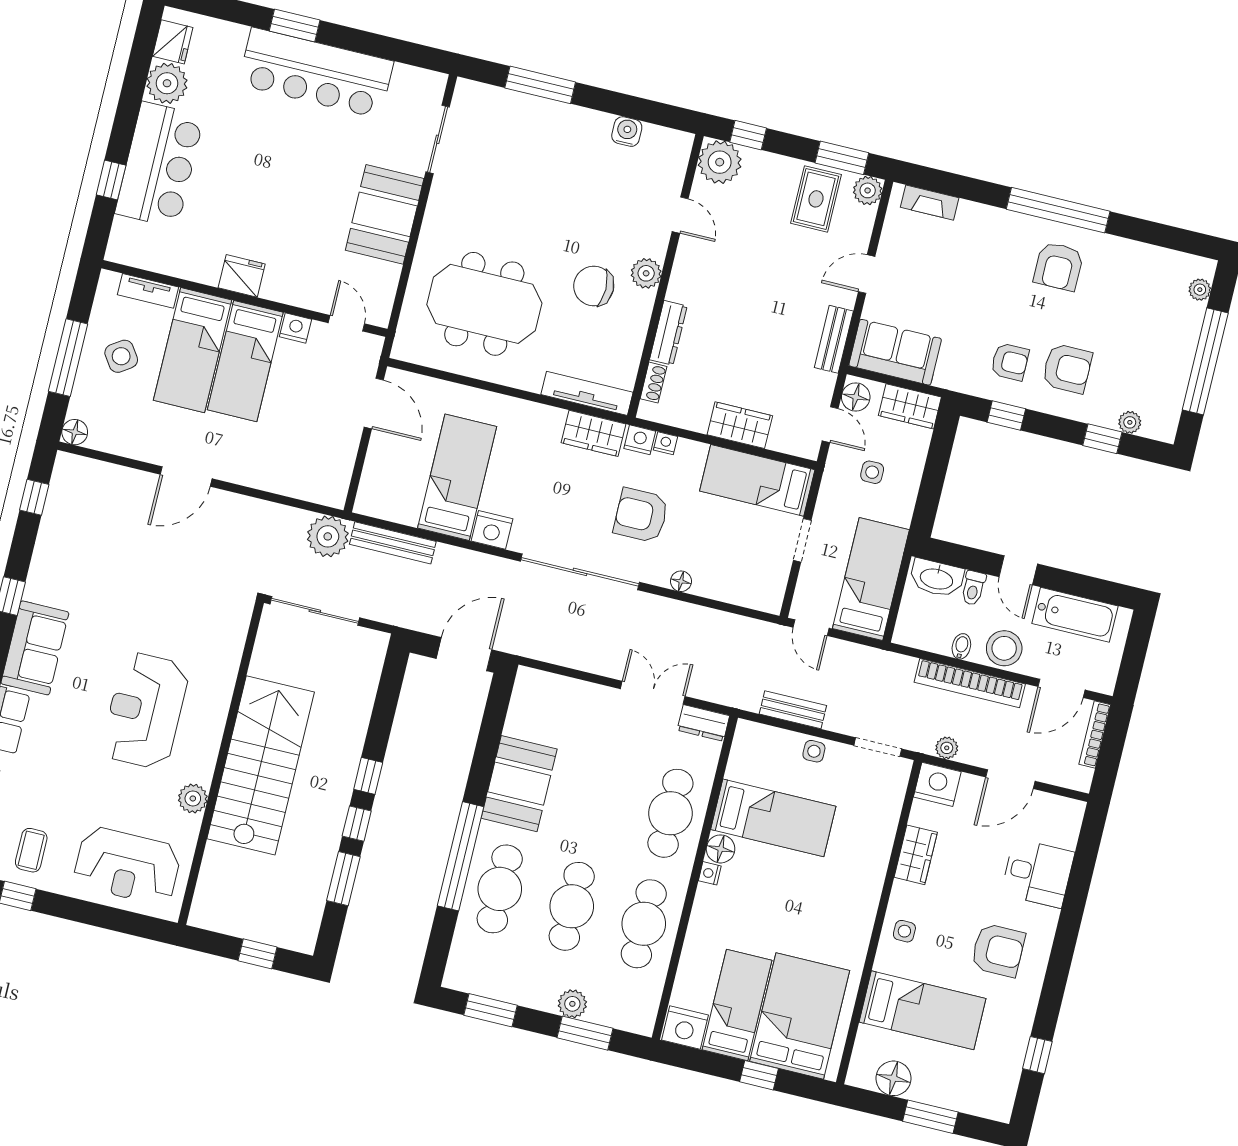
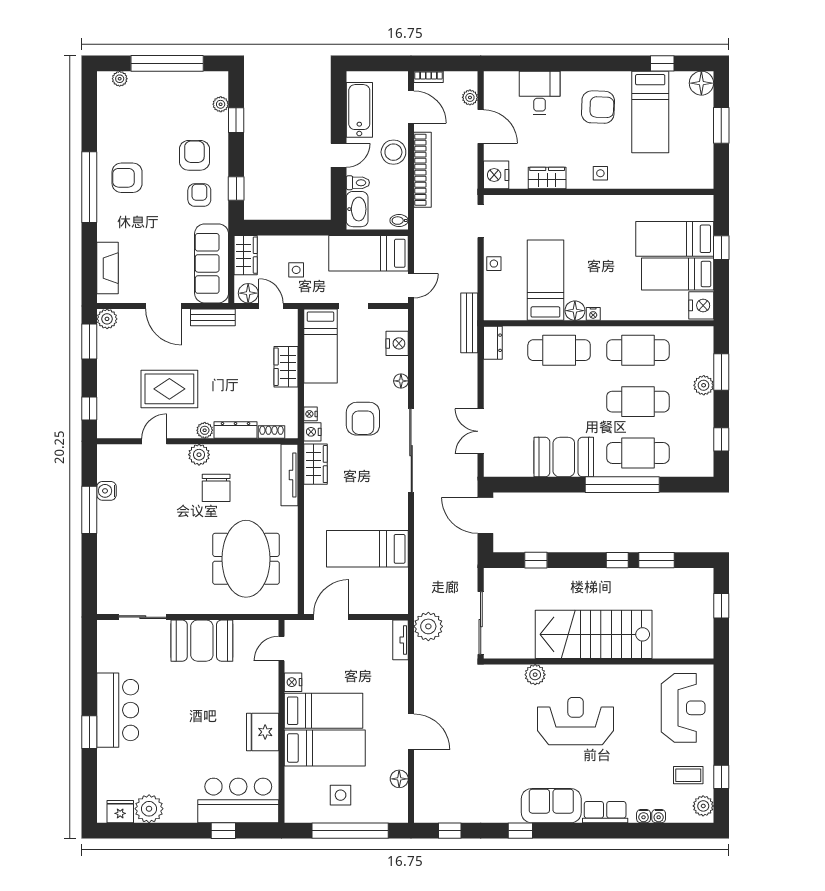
bar counter: (316, 73) -> (118, 710), width x0.73
window: (540, 85) -> (89, 510), moved
plant: (720, 162) -> (205, 430), moved, width x0.53, depth x0.53
bar counter: (160, 165) -> (238, 800), moved
rug: (816, 199) -> (169, 389), moved, width x1.36, depth x1.43
fireplace: (930, 203) -> (108, 268), width x1.37, depth x1.32
armchair: (1058, 266) -> (127, 178), turned 180
door: (867, 274) -> (164, 306), width x1.38
fridge: (242, 276) -> (263, 732), width x1.36, depth x1.34
tv unit: (148, 291) -> (401, 640), moved, turned 180
sofa: (895, 352) -> (212, 263), width x1.36
side table: (121, 356) -> (341, 795), turned 34
window: (68, 358) -> (350, 831), width x1.46
door: (830, 425) -> (271, 306), hinge flipped
floor lamp: (75, 432) -> (399, 779), moved
nightstand: (492, 530) -> (397, 343), moved
bench: (393, 543) -> (422, 581), removed
bidet: (961, 646) -> (399, 221), moved
double door: (653, 693) -> (481, 431), moved
bench: (793, 710) -> (469, 323), moved, width x1.36
reception desk: (145, 711) -> (576, 721), turned 180
bookcase: (1095, 734) -> (428, 77), width x0.64
plant: (947, 748) -> (470, 97), moved
window: (368, 776) -> (536, 560), moved
plant: (193, 798) -> (535, 675), moved
armchair: (998, 950) -> (598, 107), turned 92
window: (490, 1010) -> (721, 439), width x0.67
bed: (923, 1010) -> (650, 112), moved, turned 180
bed: (800, 1016) -> (675, 239), width x0.67
floor lamp: (893, 1078) -> (701, 83), moved

